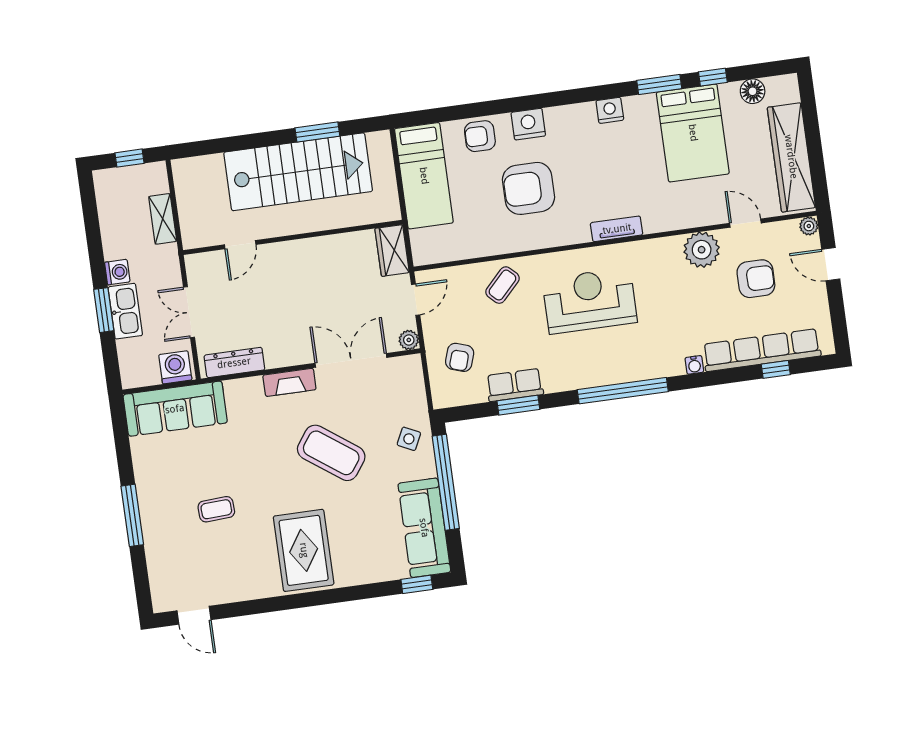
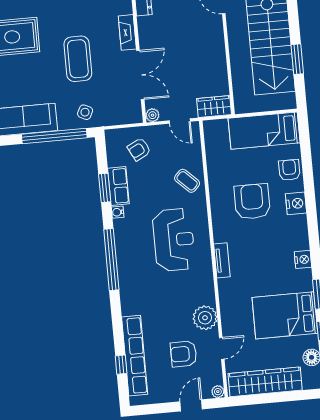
armchair: (756, 279) -> (184, 354), turned 90
armchair: (460, 357) -> (139, 149), turned -45
water cooler: (694, 365) -> (118, 212), moved
coffee table: (331, 453) -> (78, 59), turned -36

